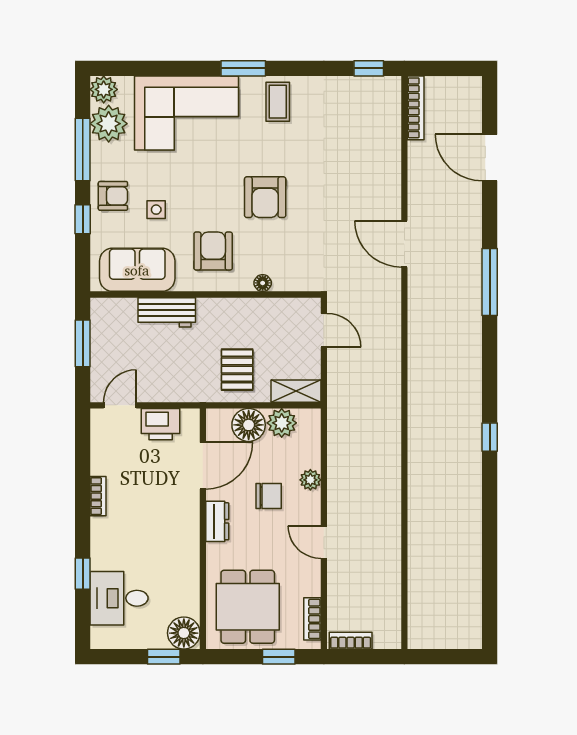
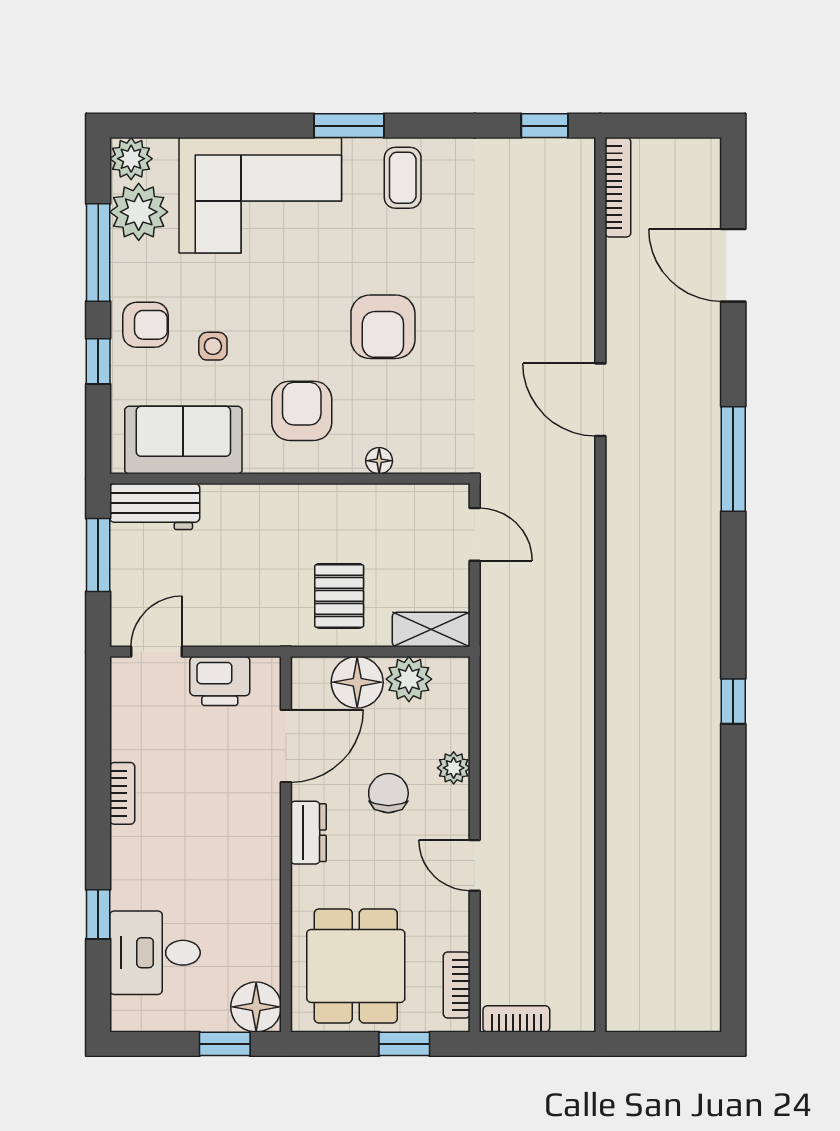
workbench: (167, 312) -> (155, 507), moved
chair: (269, 496) -> (388, 793), turned -90

